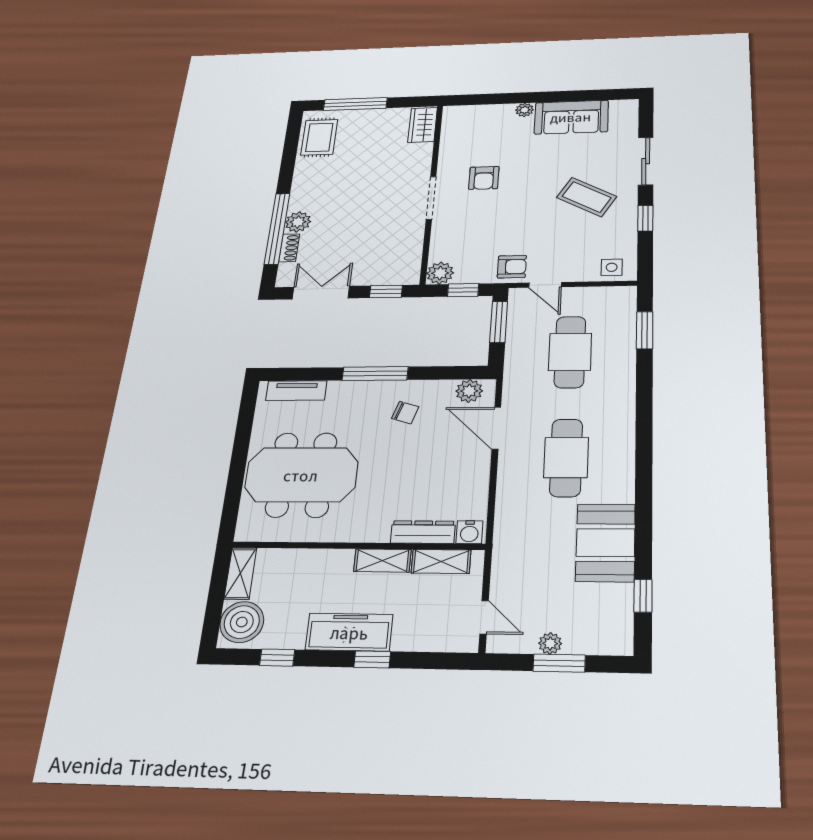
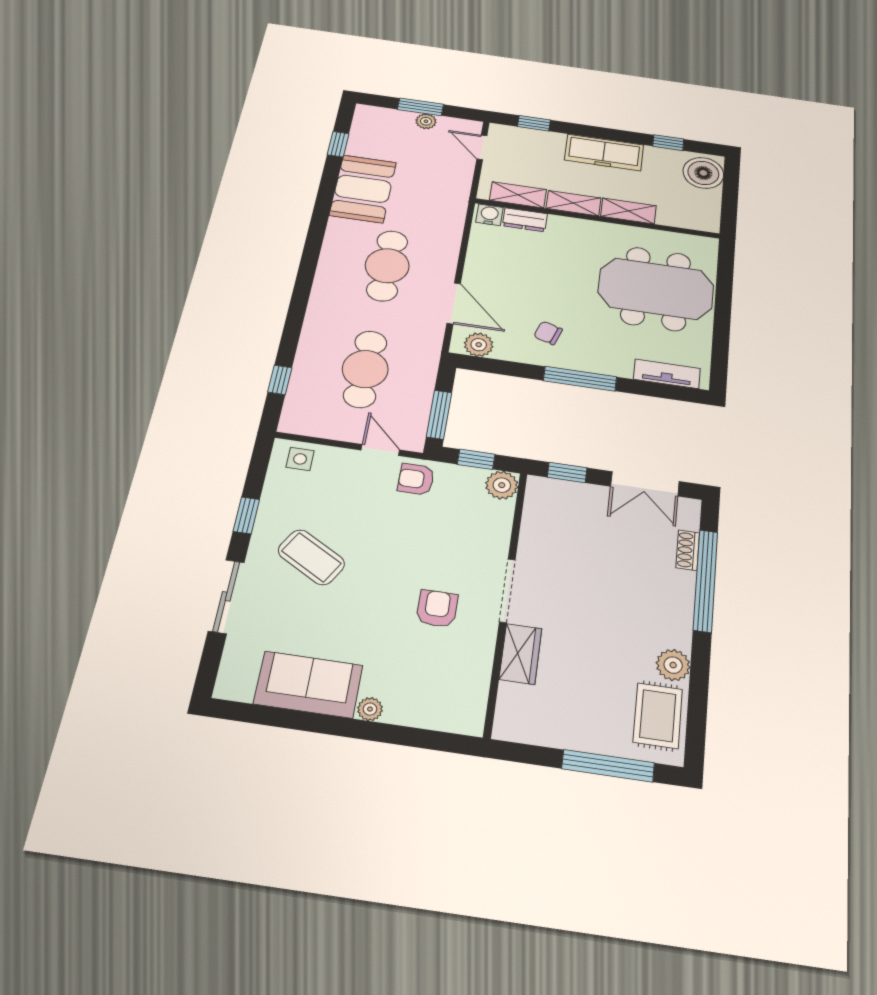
wardrobe: (423, 125) -> (520, 654), moved
plant: (298, 222) -> (673, 665), moved
window: (645, 330) -> (280, 380), width x0.67
dresser: (423, 532) -> (525, 220), width x0.70
shelving: (240, 573) -> (628, 211), moved, turned 90
window: (372, 659) -> (534, 123), moved

